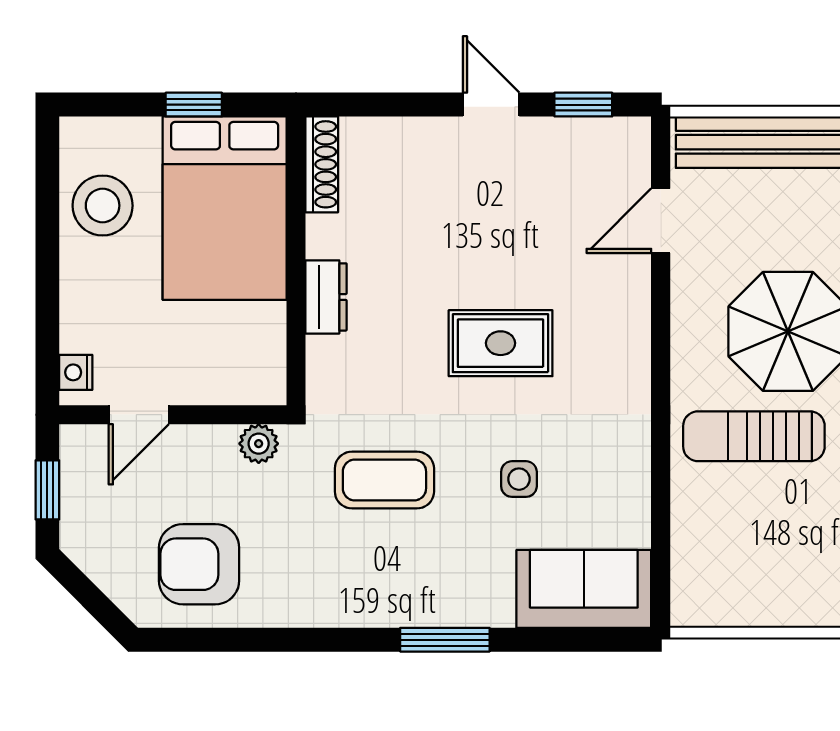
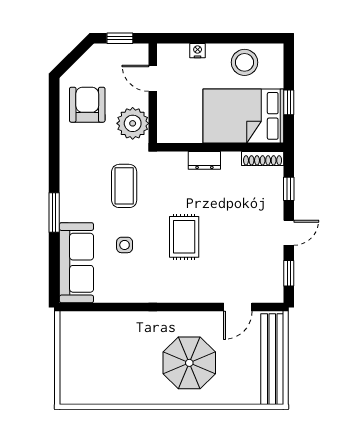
window: (391, 105) -> (289, 189), added
door: (661, 221) -> (238, 307), swing flipped
nightstand: (76, 372) -> (198, 51), moved
sun lounger: (754, 436) -> (143, 348), removed
plant: (259, 444) -> (133, 123), width x1.87, depth x1.87
sofa: (584, 589) -> (76, 263), width x1.36

